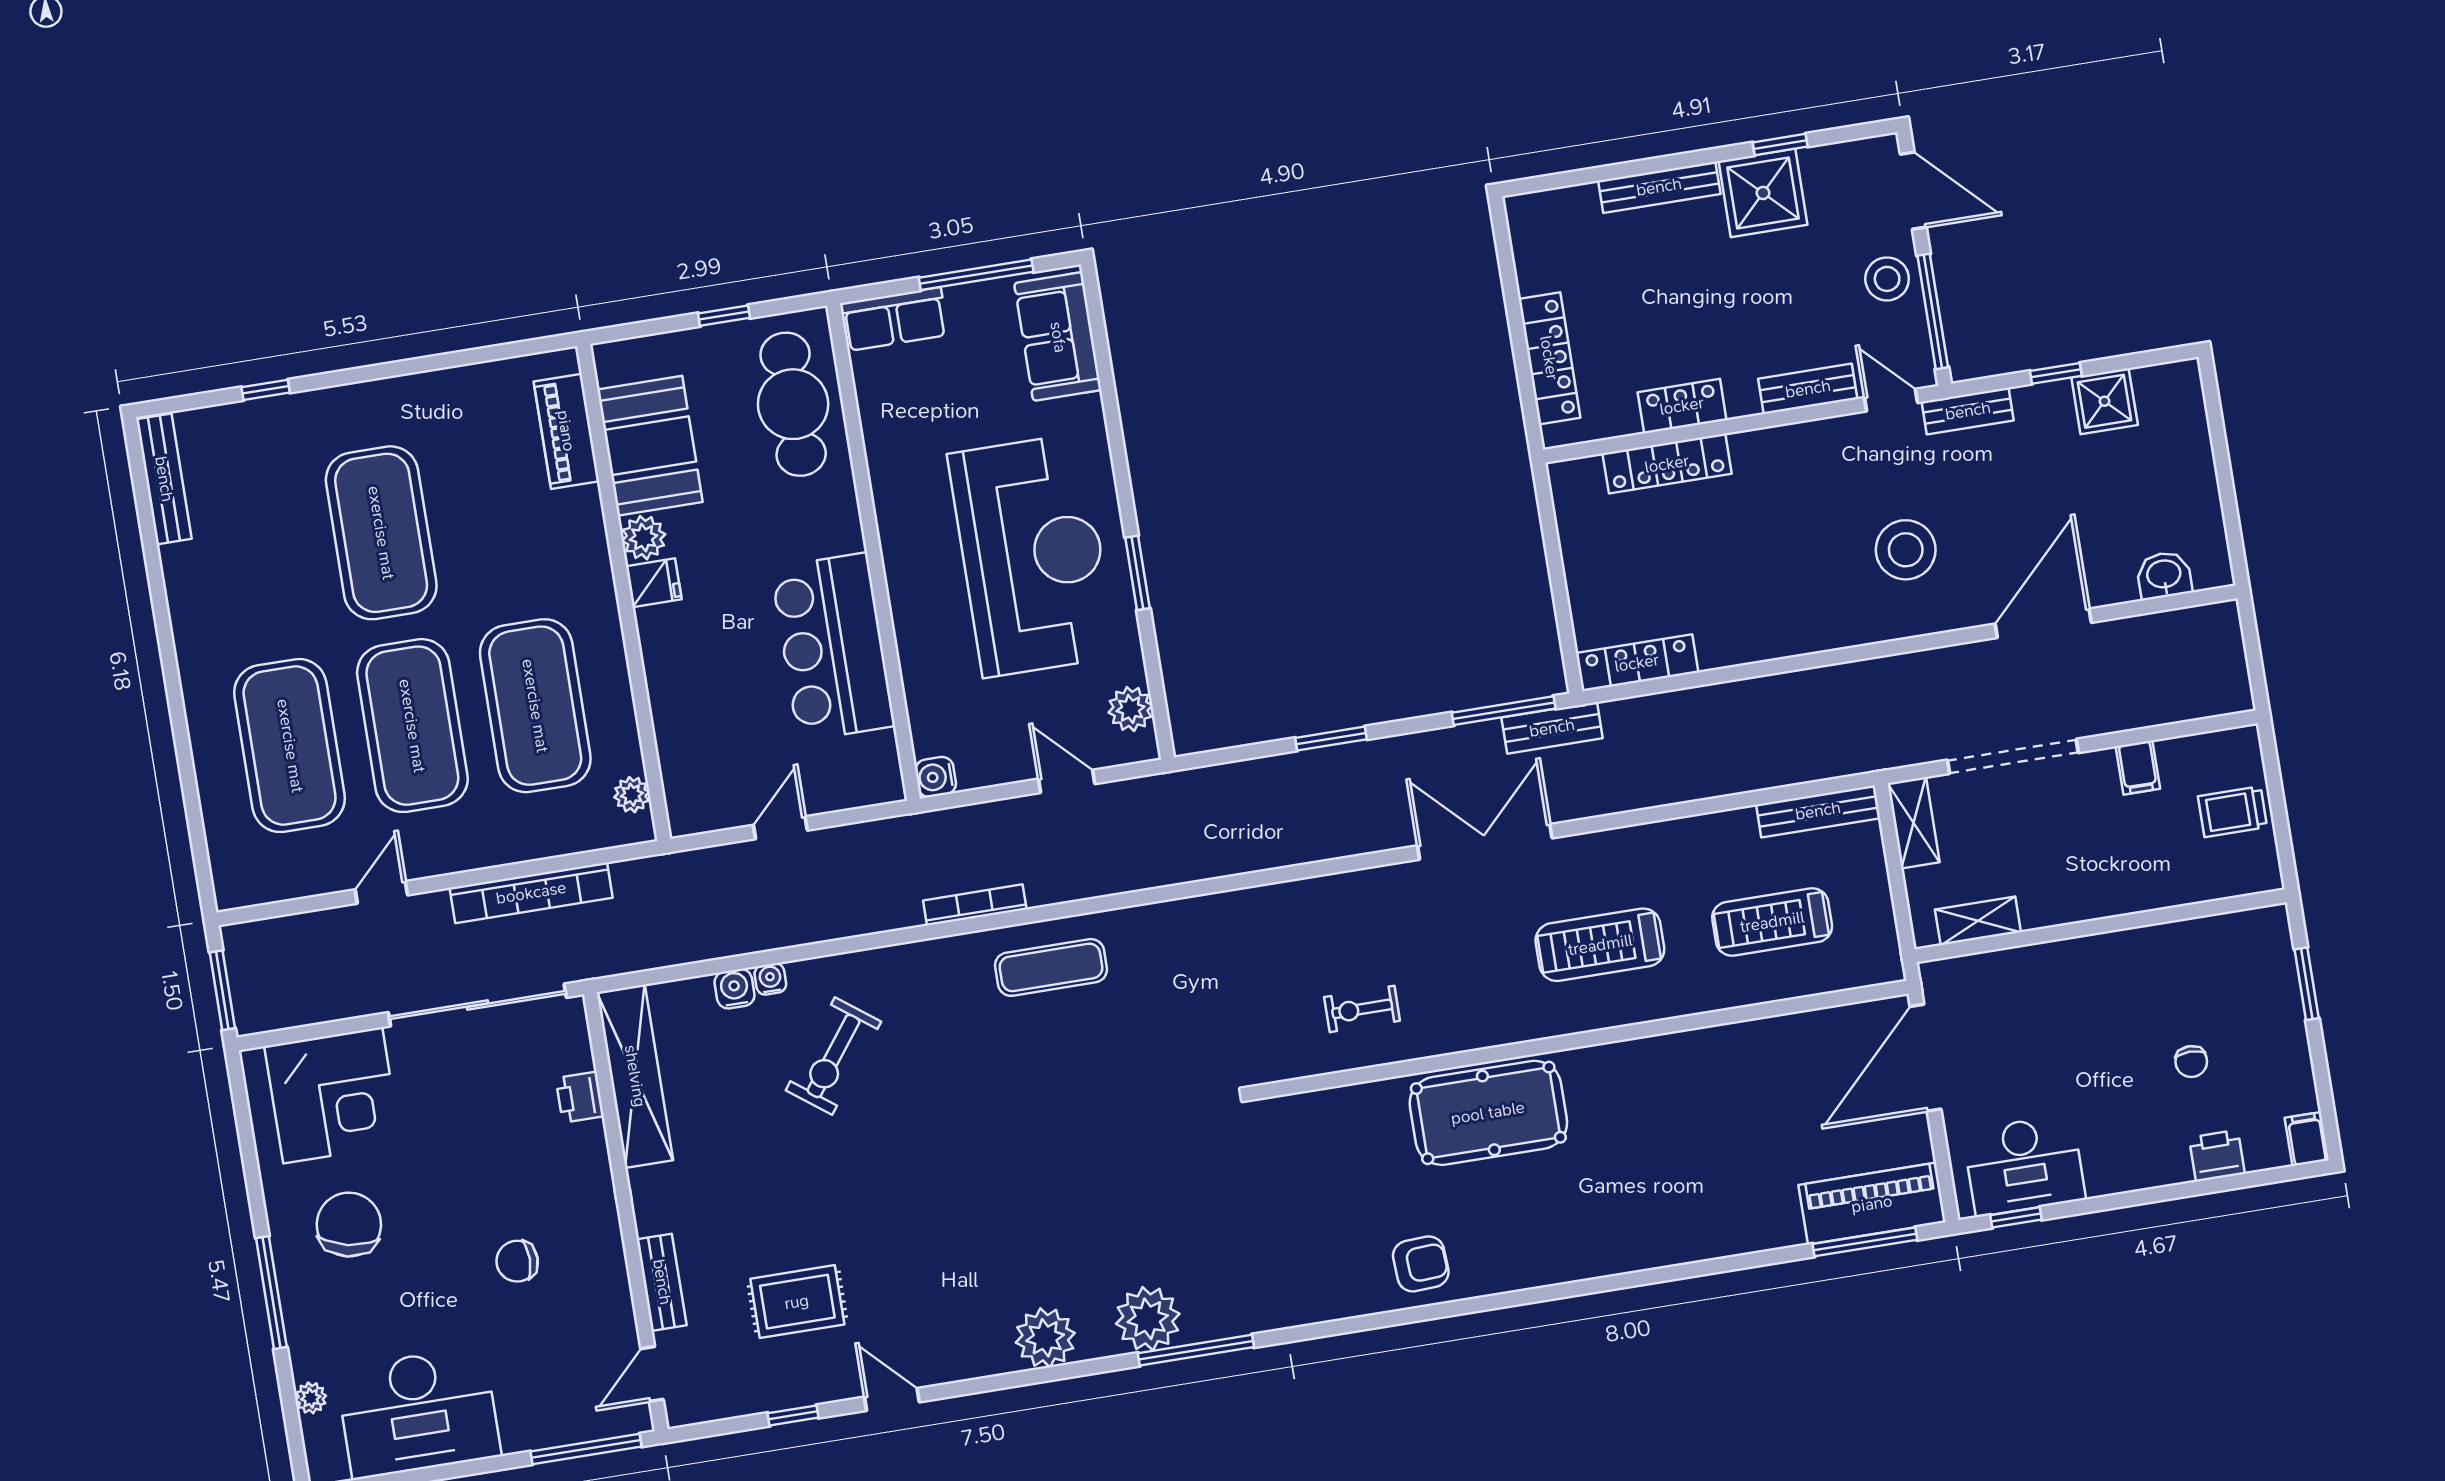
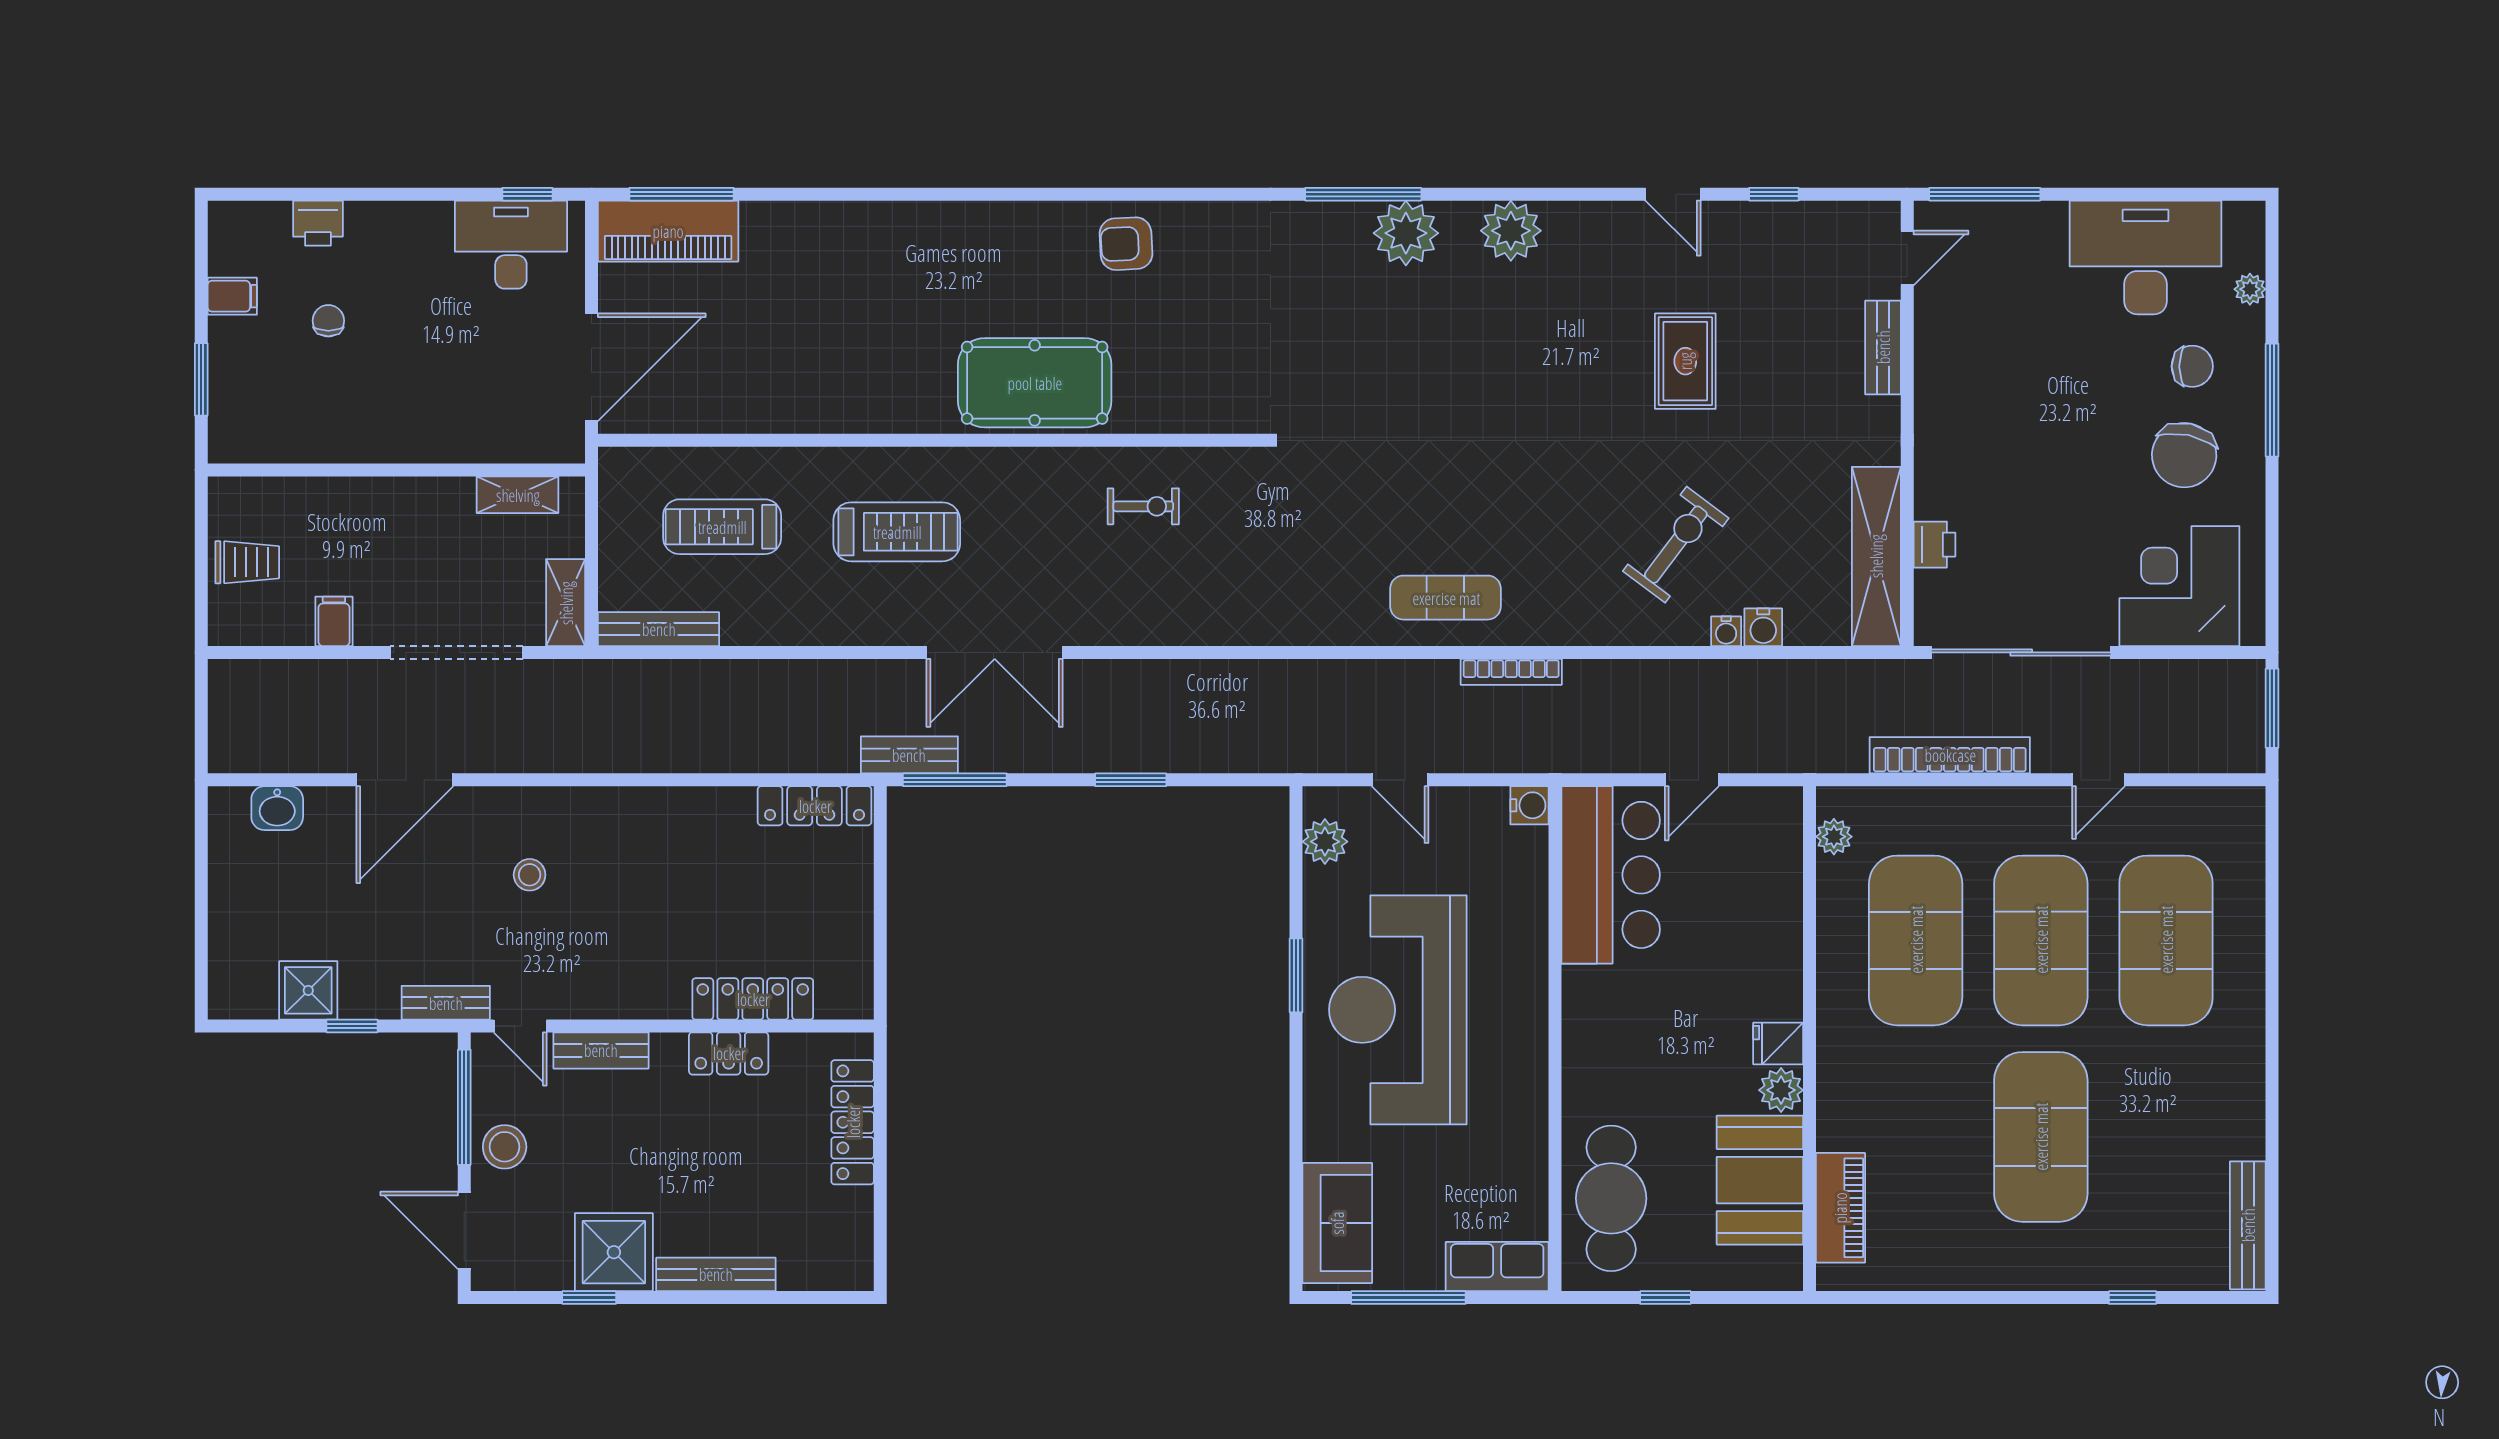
stool: (1906, 550) -> (530, 875), width x0.53, depth x0.53
bar counter: (833, 647) -> (1611, 875), moved
treadmill: (1772, 922) -> (722, 527), turned 180
filing cabinet: (2307, 1139) -> (232, 296), moved, turned -90
chair: (517, 1261) -> (2192, 366), moved
rug: (797, 1302) -> (1685, 361), moved, turned 90

